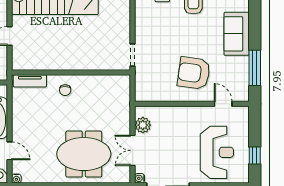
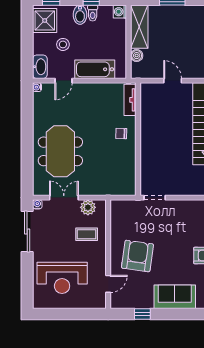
window: (255, 68) -> (142, 314), width x0.46
coffee table: (171, 127) -> (87, 234), added
window: (255, 156) -> (59, 314), removed

